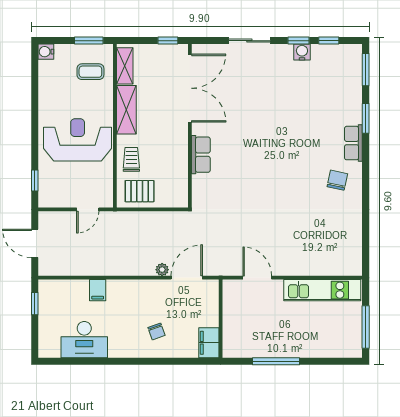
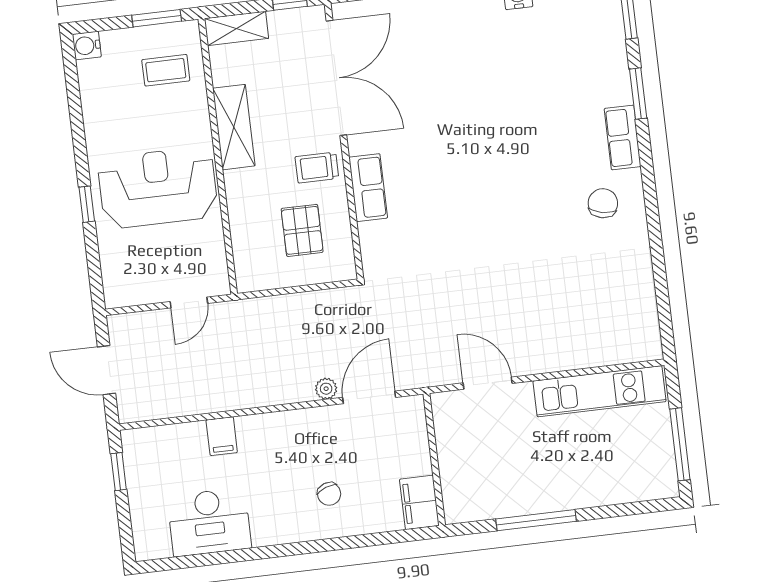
shelving: (125, 66) -> (236, 28), moved, turned 90
trolley: (131, 159) -> (317, 168), moved, turned -90
window: (35, 180) -> (87, 204), moved
pallet: (140, 191) -> (302, 230), moved, turned 90

